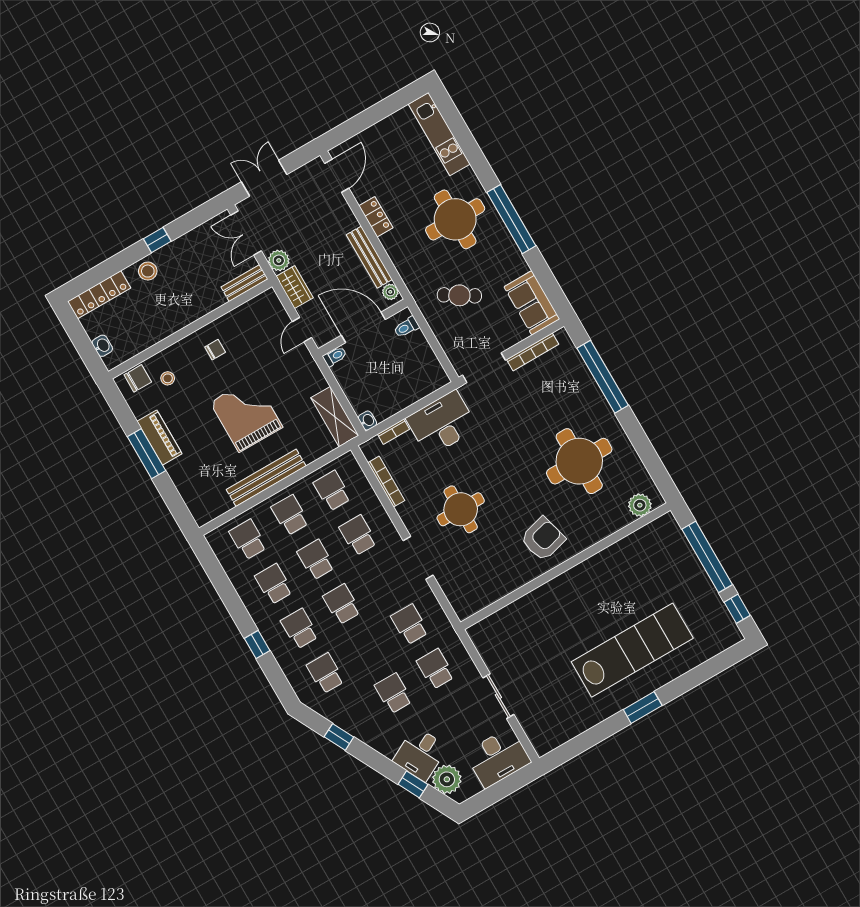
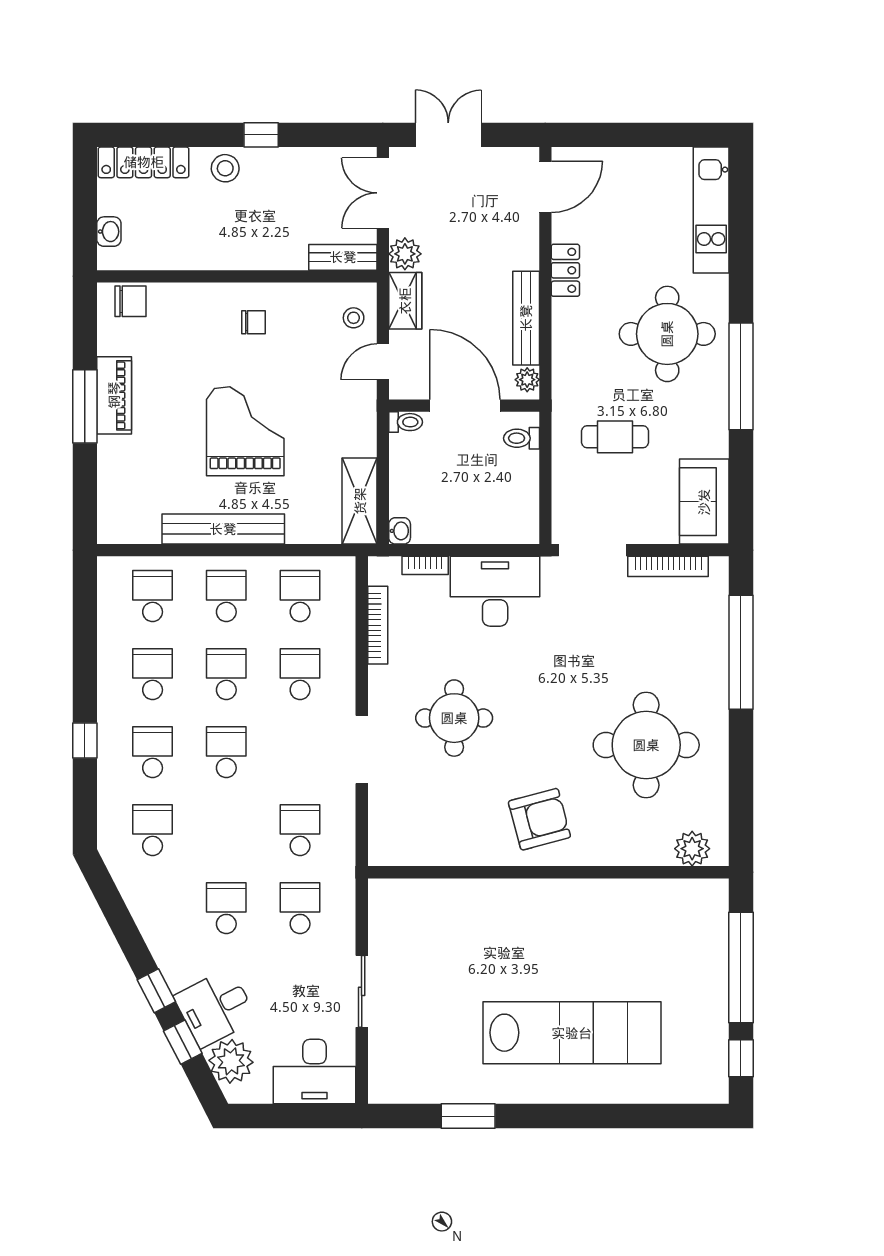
cafe table: (459, 295) -> (615, 437), turned -32
stool: (168, 378) -> (354, 318), moved
window: (643, 708) -> (468, 1116), moved
window: (339, 737) -> (156, 991), moved

